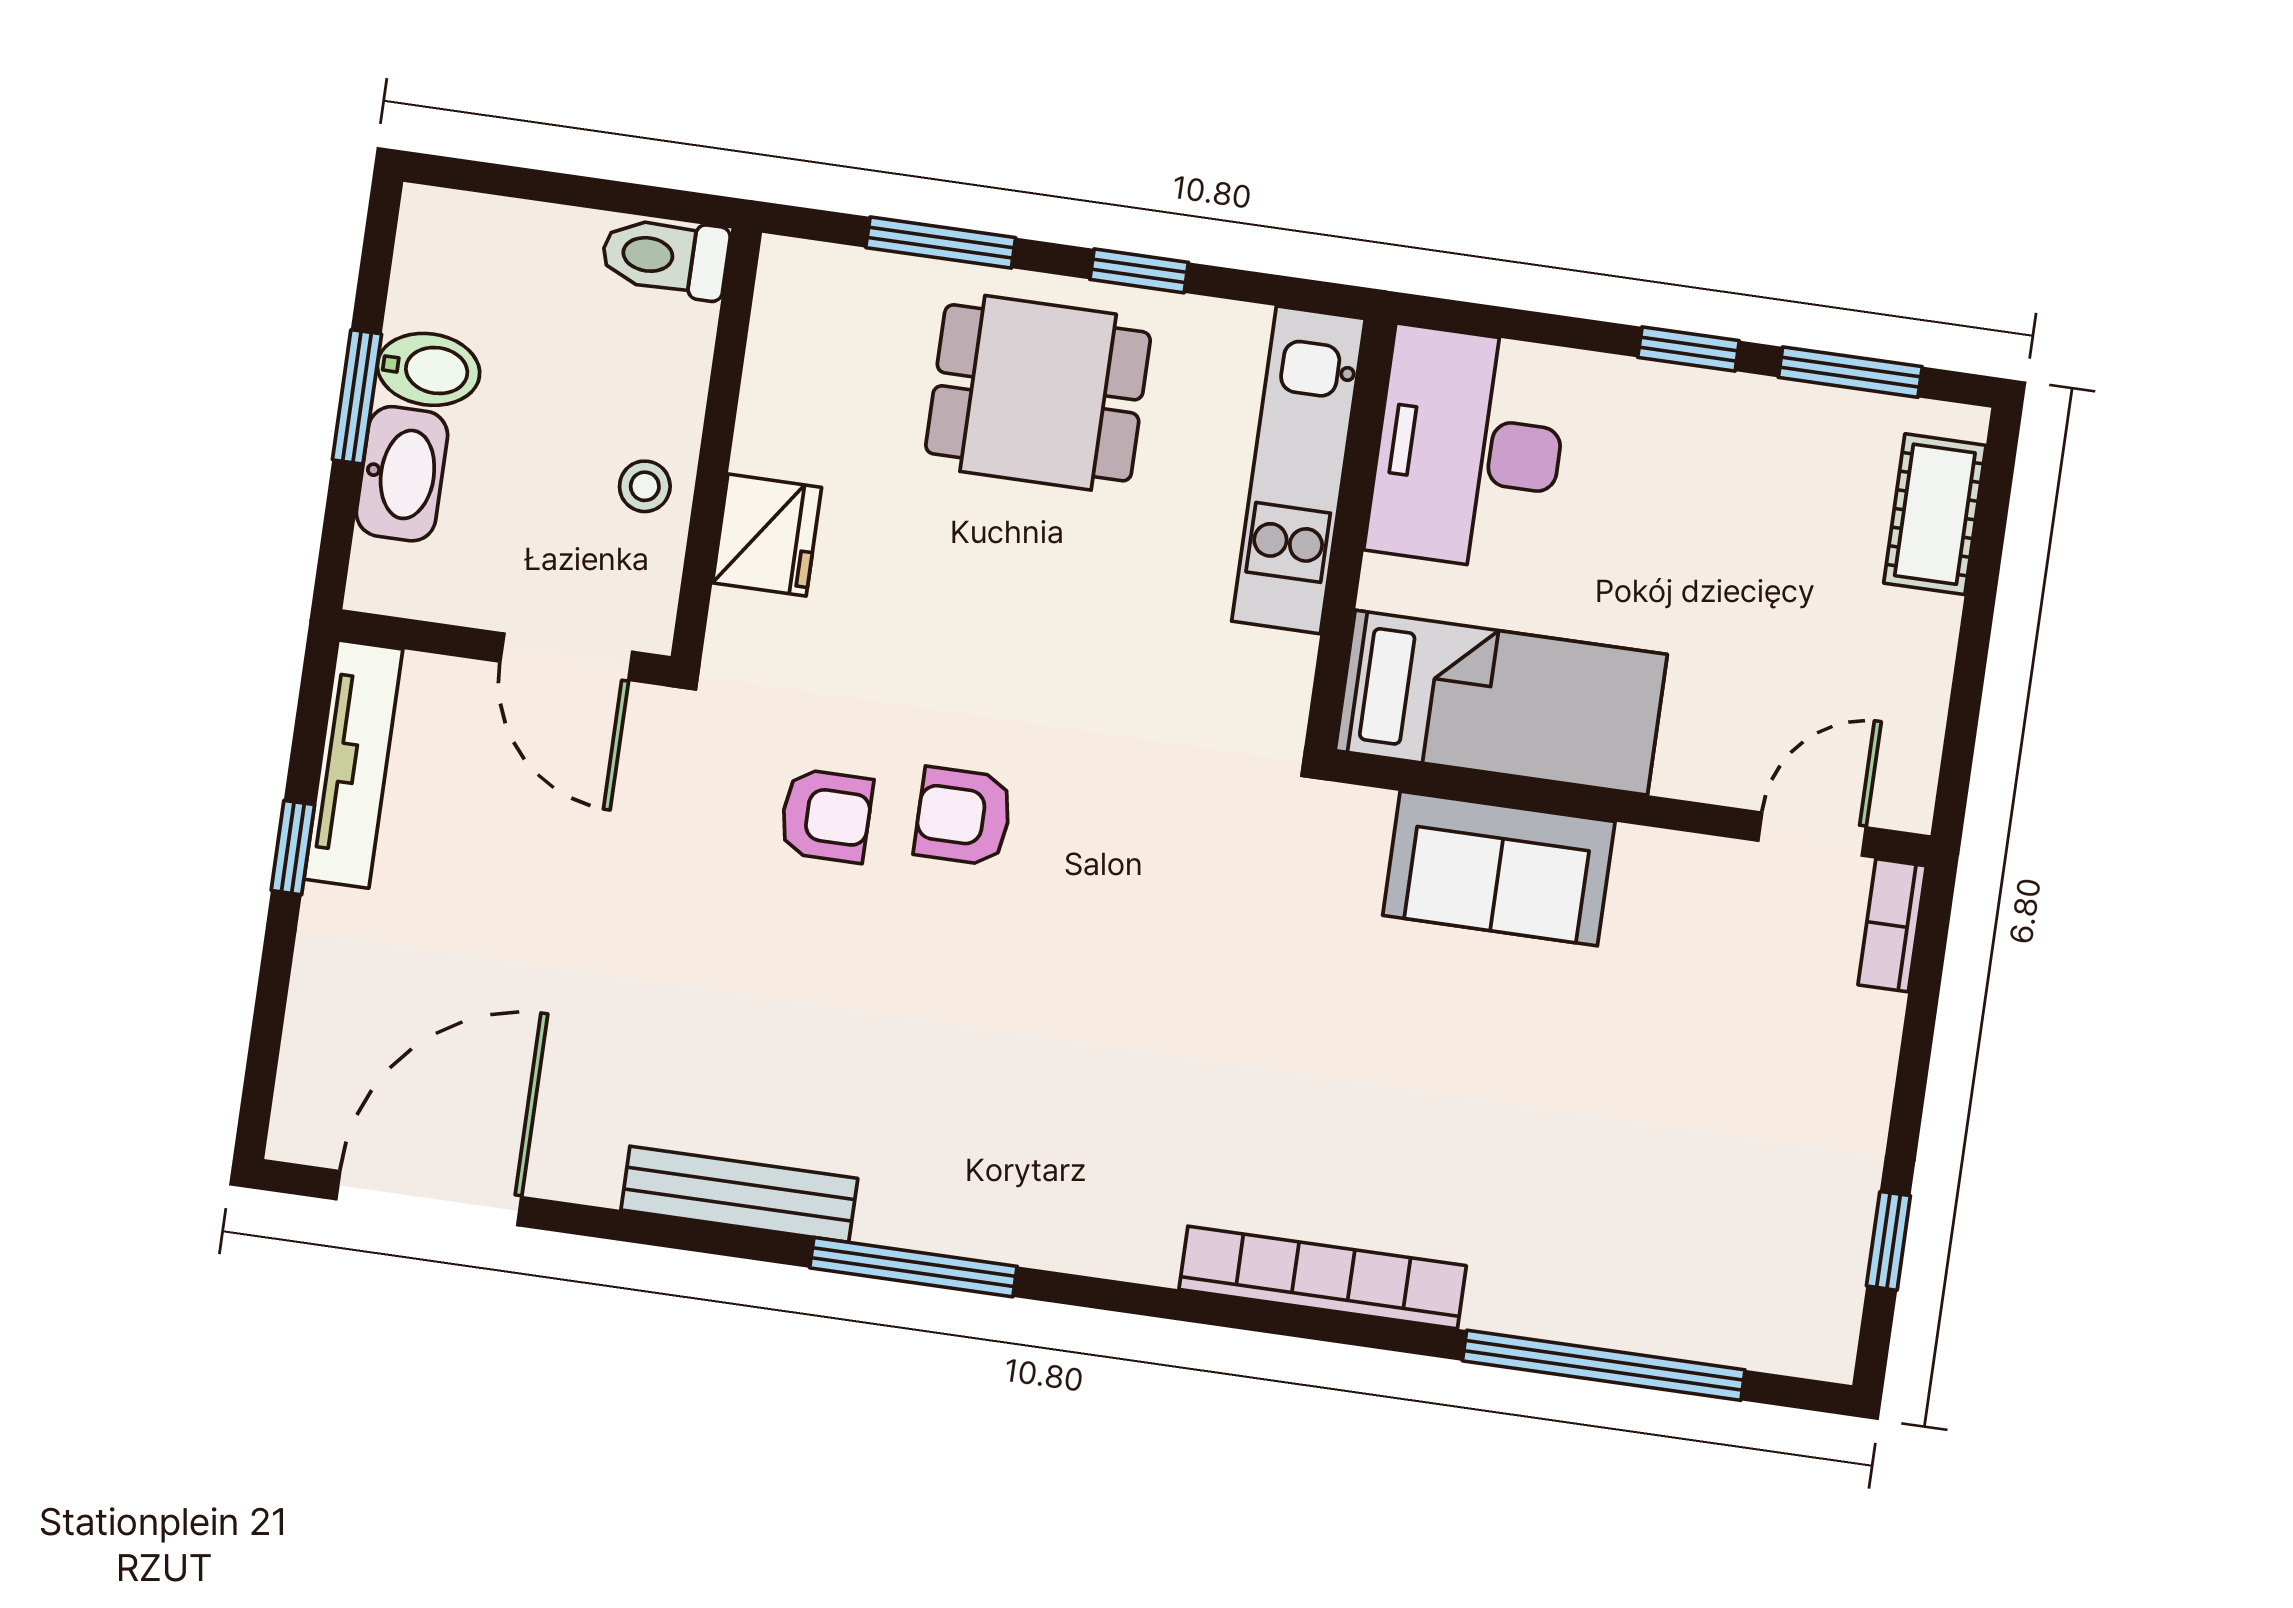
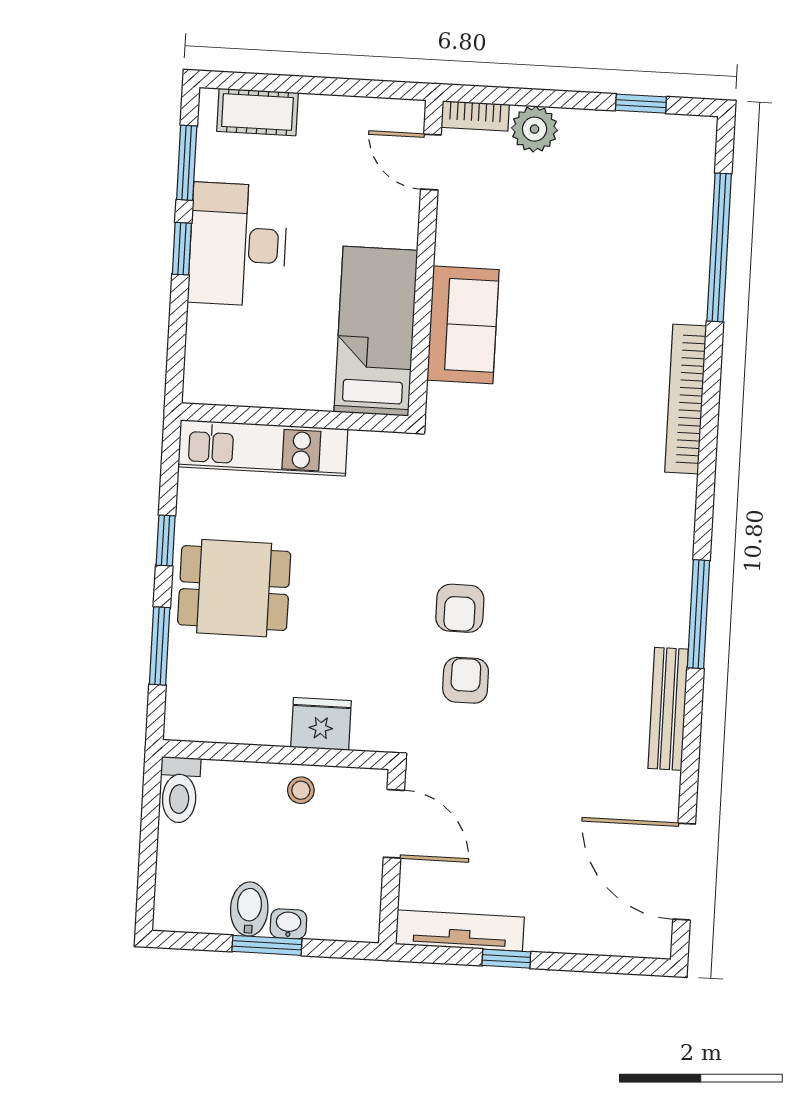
dining table: (1038, 393) -> (234, 588), turned 90
desk: (1469, 449) -> (238, 244), moved, turned 90
washbasin: (402, 474) -> (288, 924), width x0.52, depth x0.69
door: (566, 657) -> (394, 824), hinge flipped
plant: (1858, 1035) -> (535, 129), added

